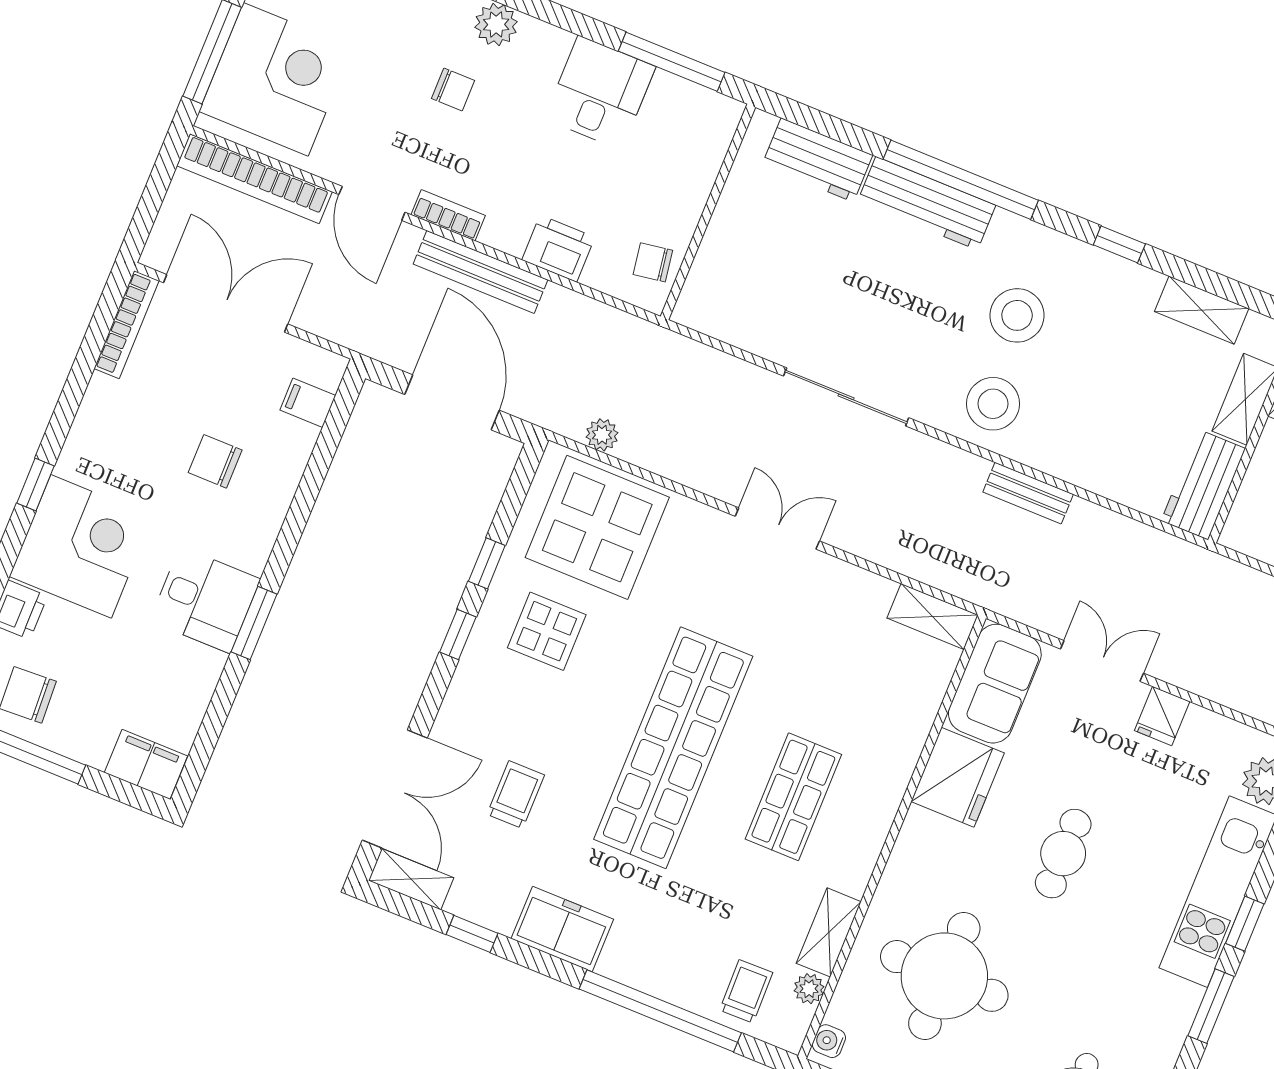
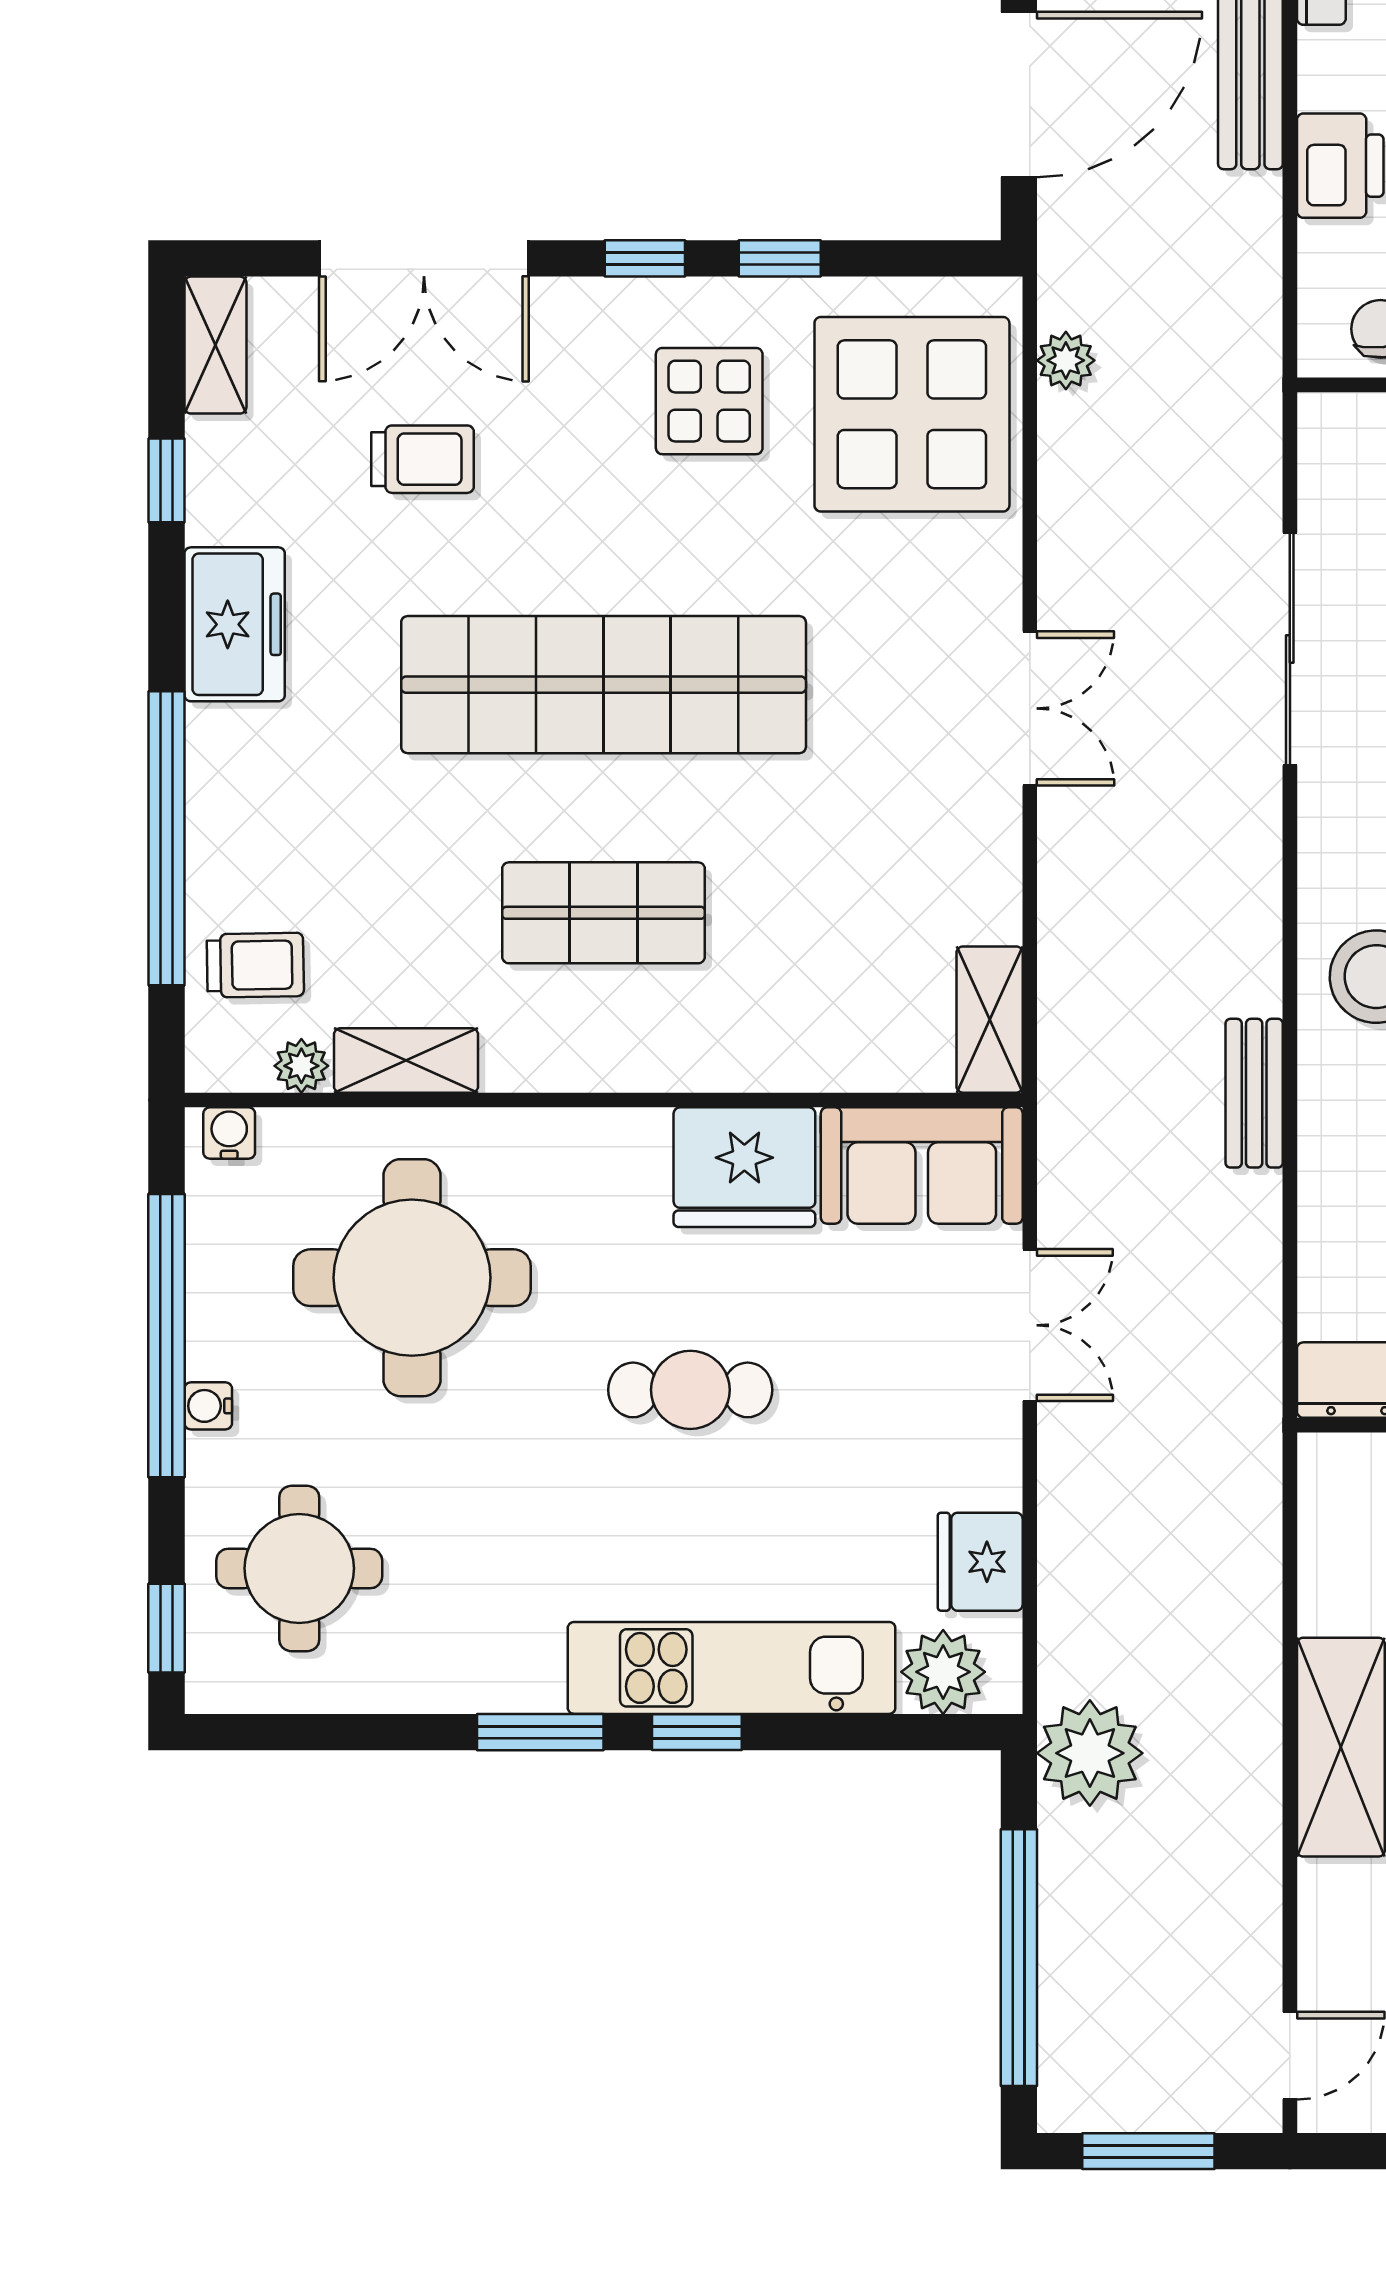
sliding door: (846, 397) -> (1290, 649), moved
fridge: (1162, 716) -> (980, 1562), moved, width x1.38
double door: (395, 789) -> (424, 258), moved

